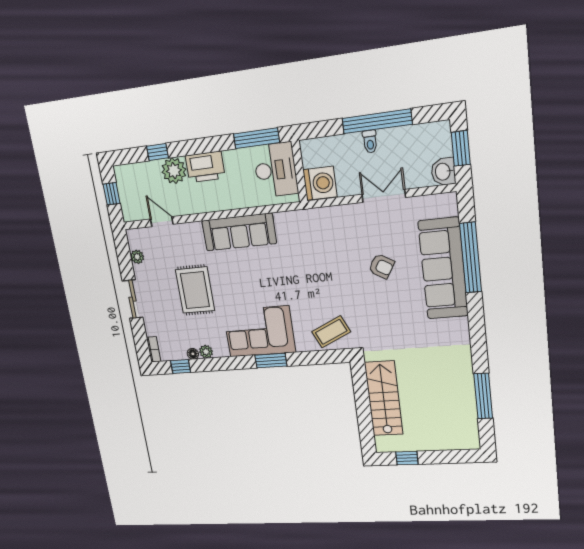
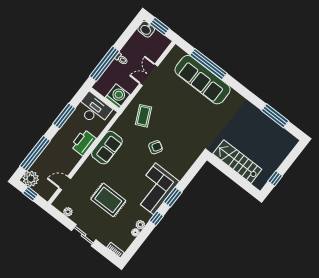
window: (377, 121) -> (104, 64), moved
window: (256, 138) -> (64, 116), moved
window: (157, 152) -> (35, 153), width x3.17
printer: (205, 167) -> (83, 142), moved, turned 180
plant: (174, 171) -> (31, 179), moved
washbasin: (443, 172) -> (146, 29), moved
sofa: (239, 232) -> (107, 148), width x0.73
armchair: (381, 266) -> (156, 147), moved
coffee table: (331, 332) -> (143, 116), moved
window: (181, 367) -> (156, 218), moved

